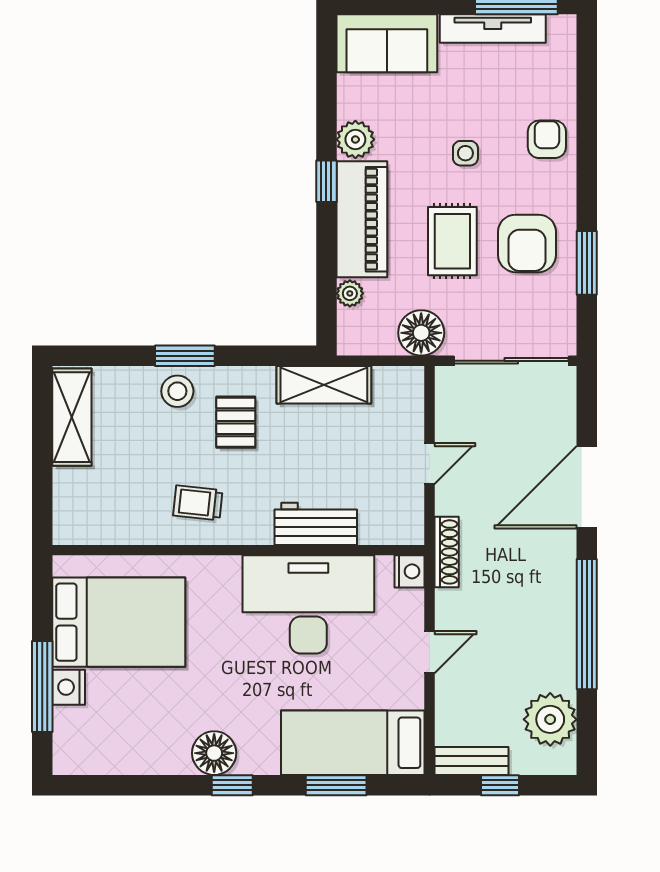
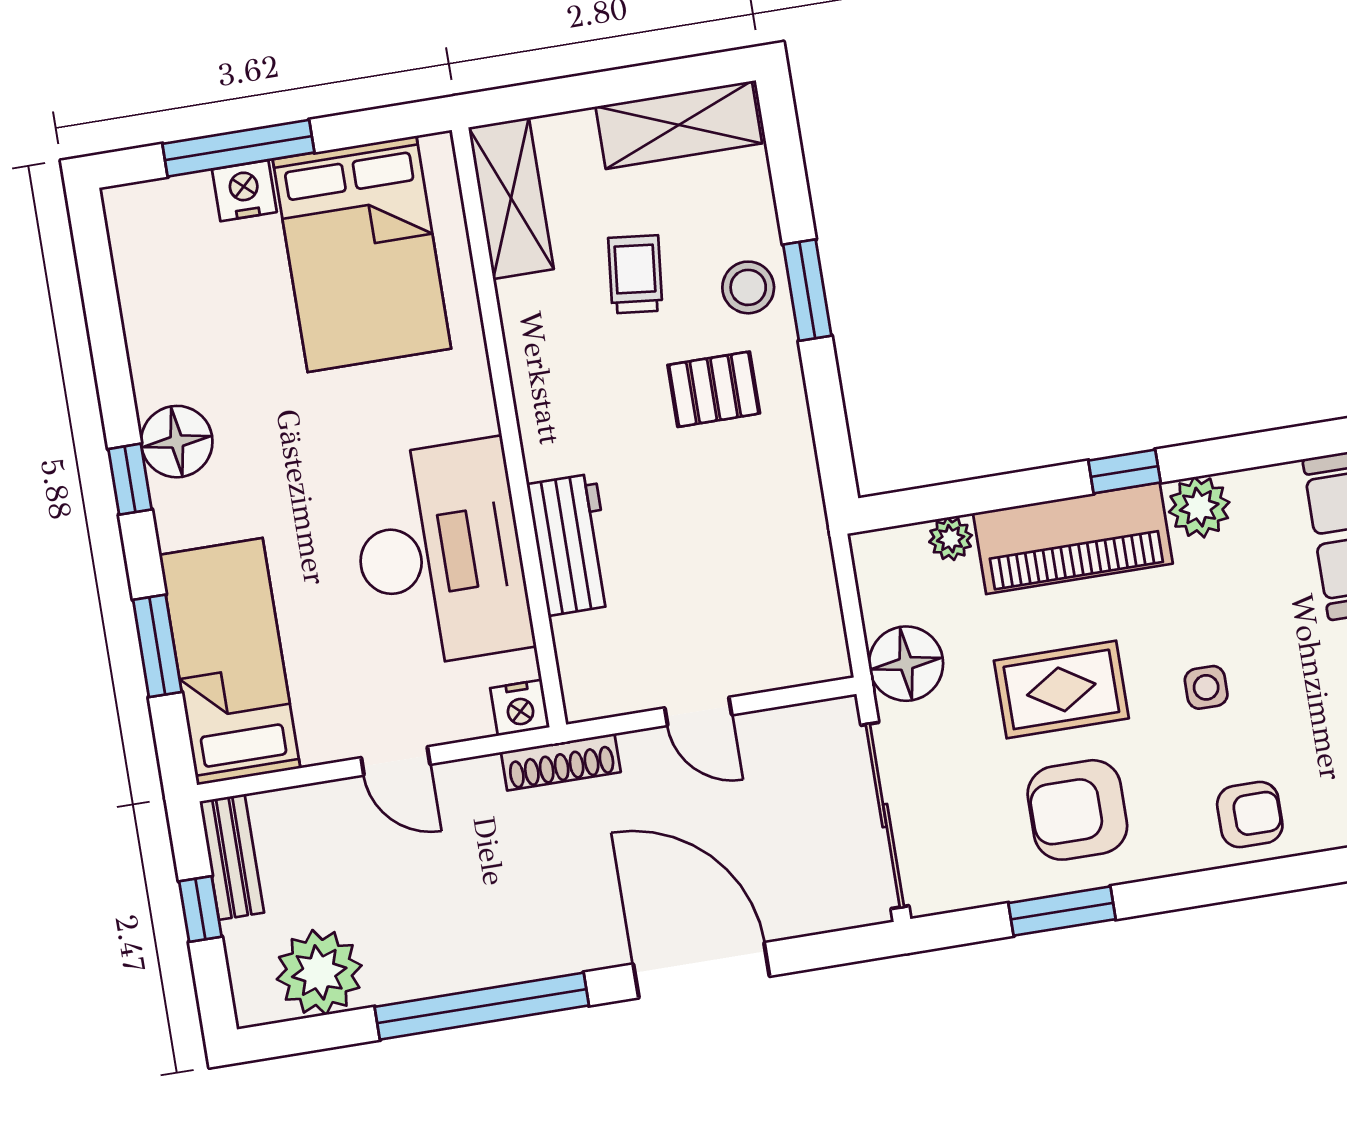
shelving: (324, 385) -> (511, 198), moved
trolley: (198, 503) -> (635, 274), moved

